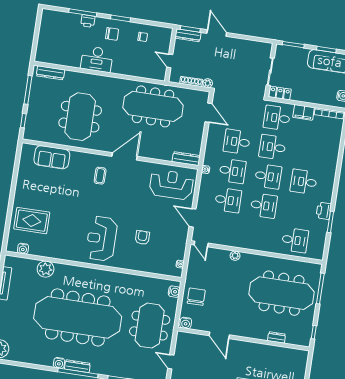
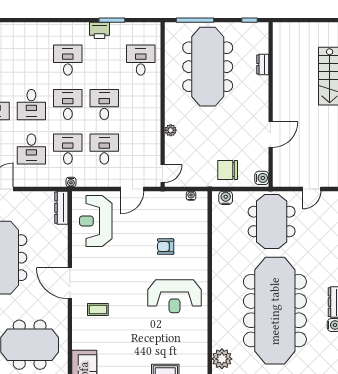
desk: (304, 182) -> (68, 60), turned 180
meeting table: (150, 326) -> (272, 221), turned 90

